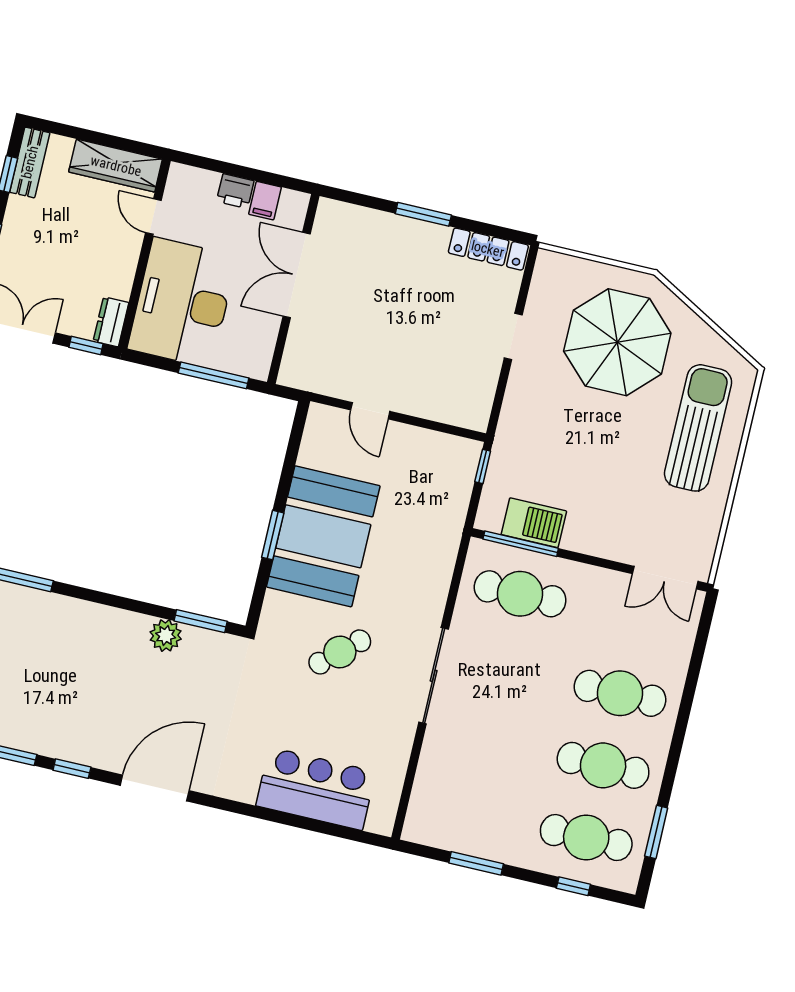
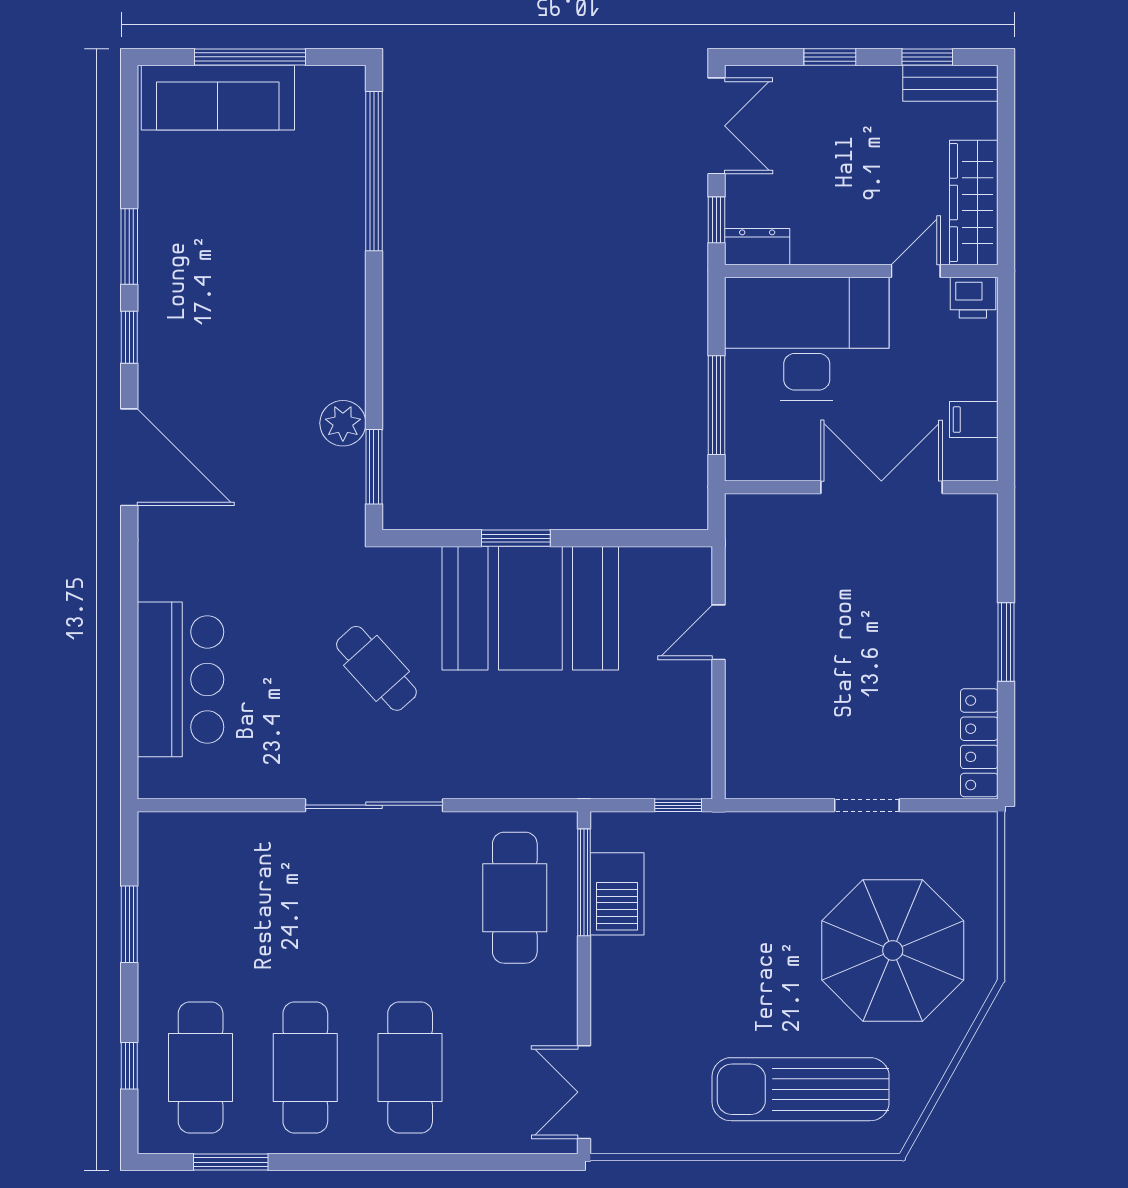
printer: (235, 191) -> (973, 298), moved, turned -90
sun lounger: (698, 428) -> (801, 1089), turned 180

